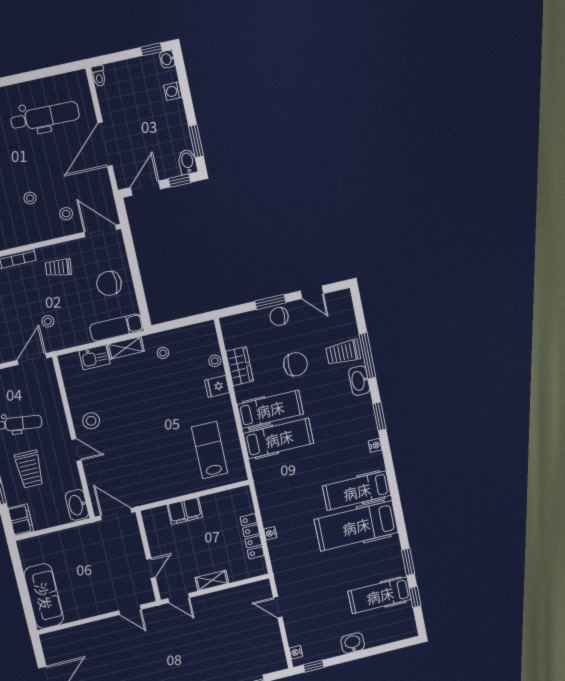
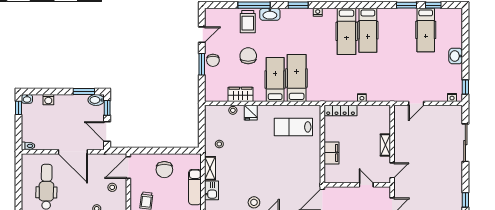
exam couch: (116, 328) -> (195, 187), moved
hospital bed: (356, 526) -> (368, 30), width x0.73, depth x0.78
locker: (252, 536) -> (341, 110), moved

